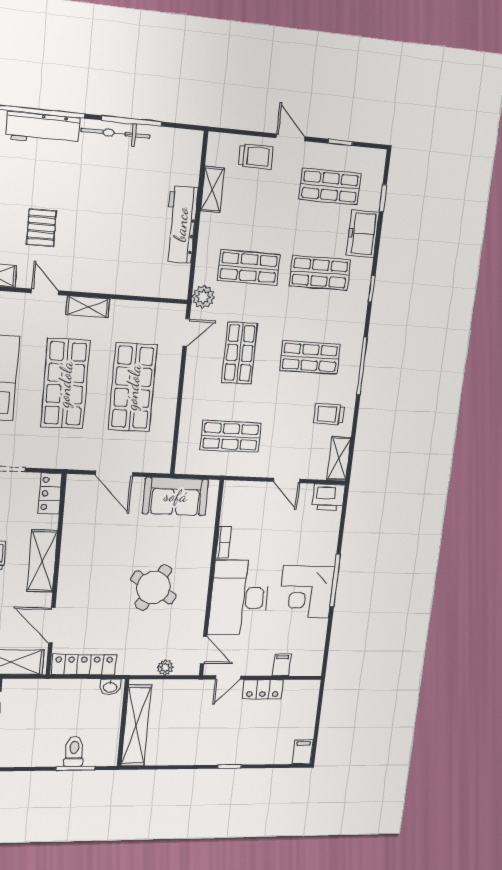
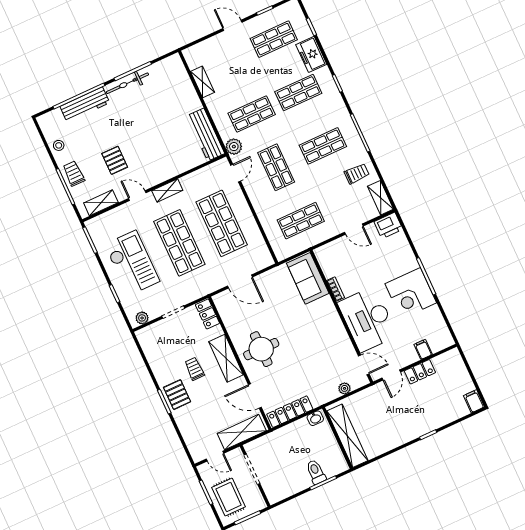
trolley: (256, 156) -> (218, 48), removed
workbench: (181, 224) -> (206, 135), moved
trolley: (329, 414) -> (357, 174), turned 180
sofa: (176, 496) -> (308, 278), moved, turned 90
round table: (153, 587) -> (261, 349), moved, turned -30

